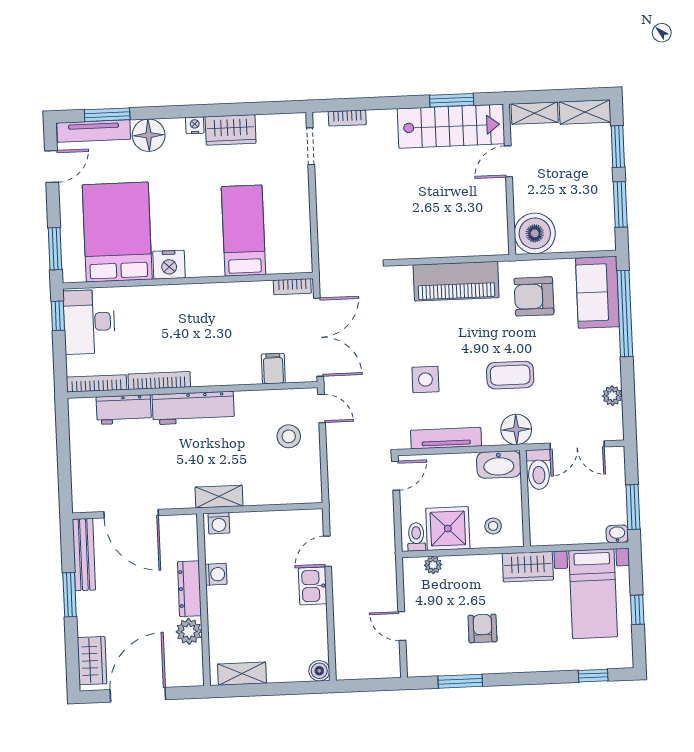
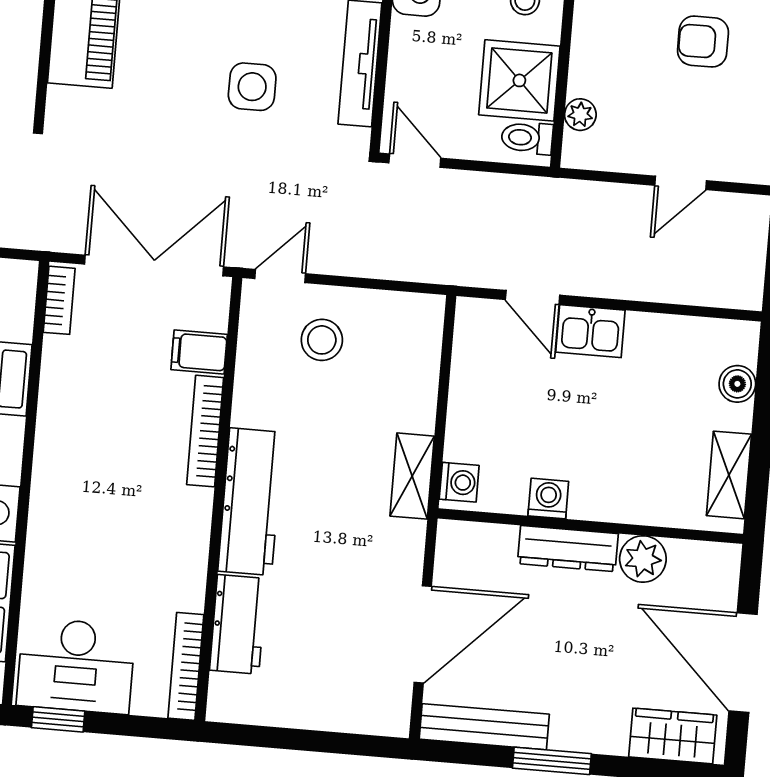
bookcase: (159, 380) -> (205, 431), moved
boiler: (319, 671) -> (737, 384), moved

